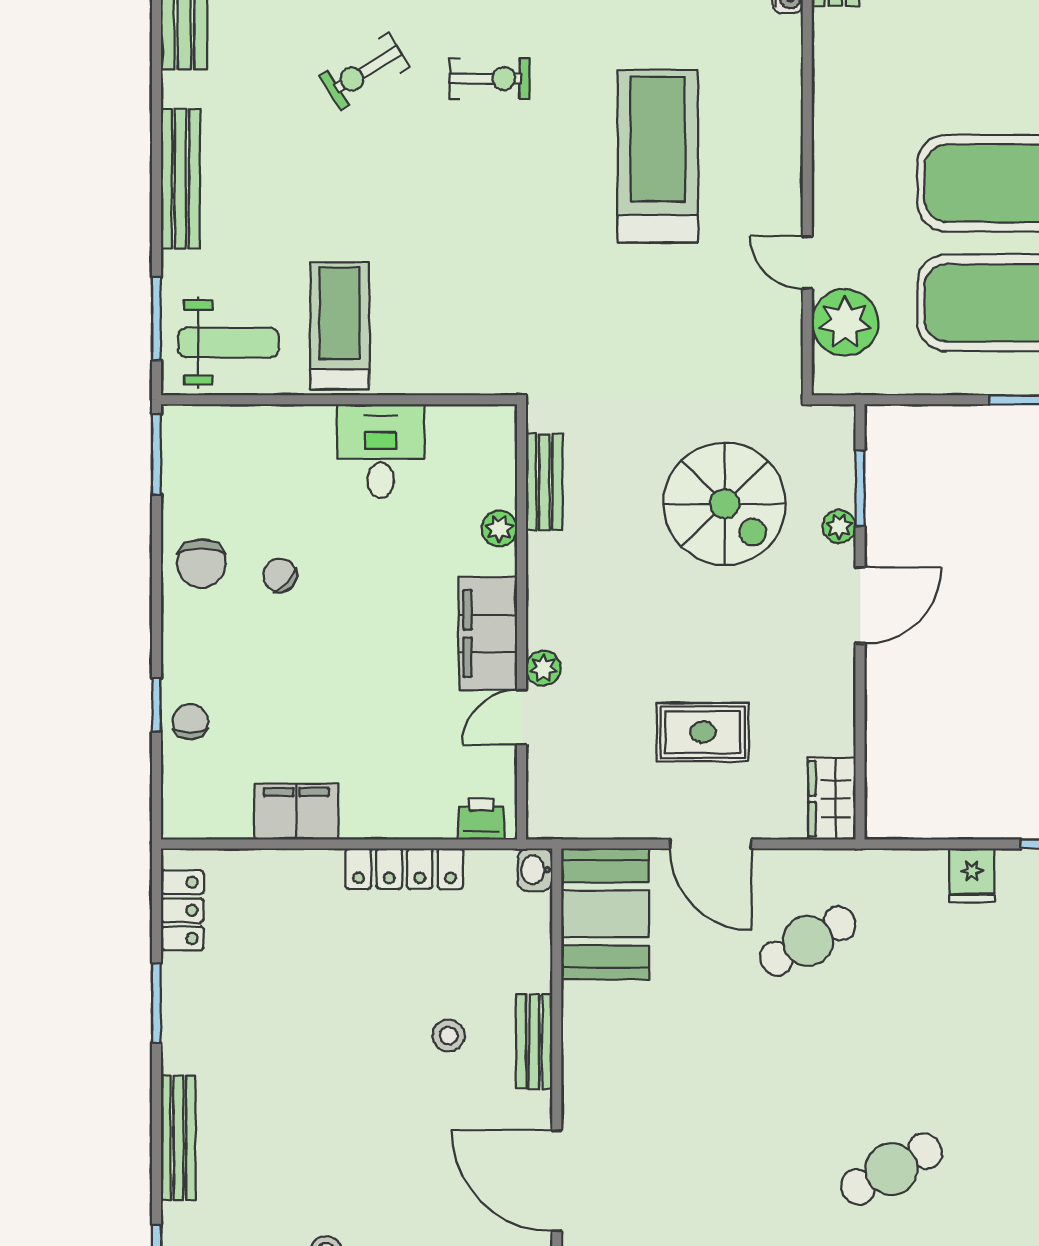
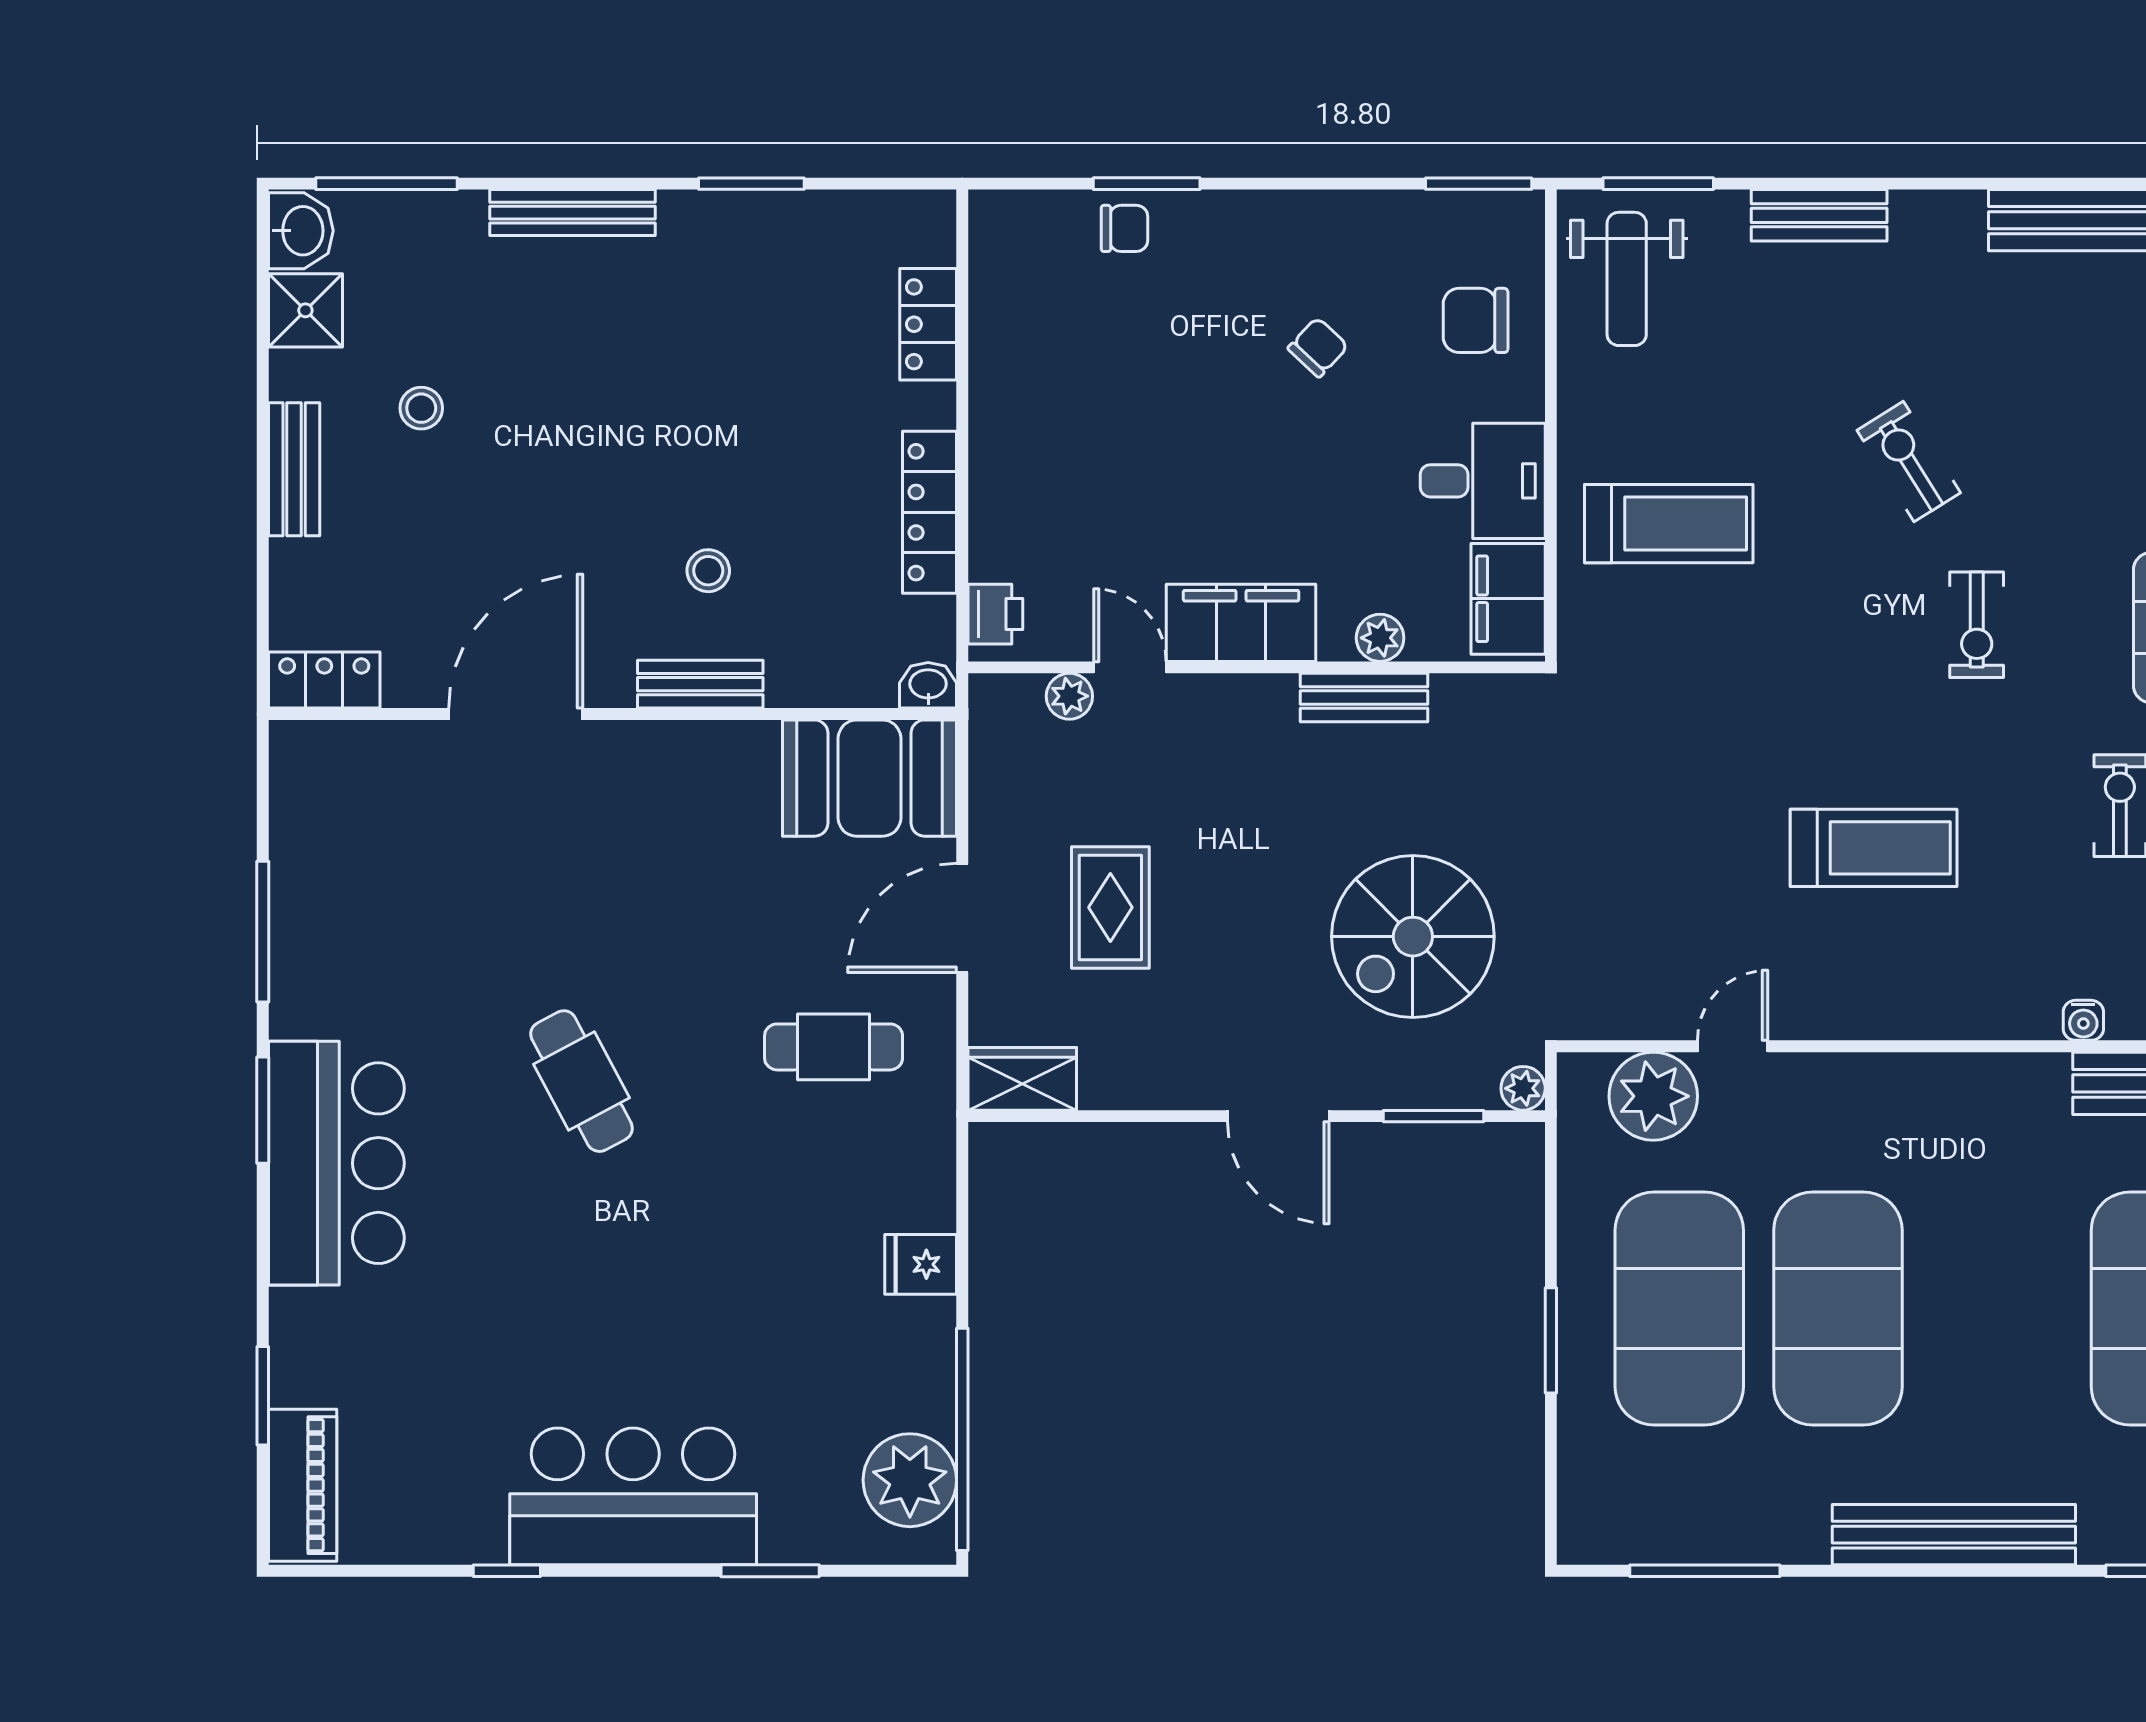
exercise bike: (365, 71) -> (1909, 462), moved
treadmill: (658, 156) -> (1874, 848), width x0.73, depth x0.73
bench: (180, 179) -> (1819, 215), width x0.73
treadmill: (340, 326) -> (1669, 524), moved
bench: (544, 482) -> (1364, 697), moved
plant: (839, 526) -> (1523, 1088), moved
chair: (201, 563) -> (1476, 320), moved
plant: (543, 668) -> (1069, 696), moved
window: (156, 705) -> (1147, 184), width x1.50
filing cabinet: (296, 812) -> (1508, 599), moved, turned 180
locker: (182, 910) -> (928, 324), moved, turned 90
cafe table: (808, 941) -> (834, 1047), turned -61
cafe table: (891, 1169) -> (582, 1081), moved

